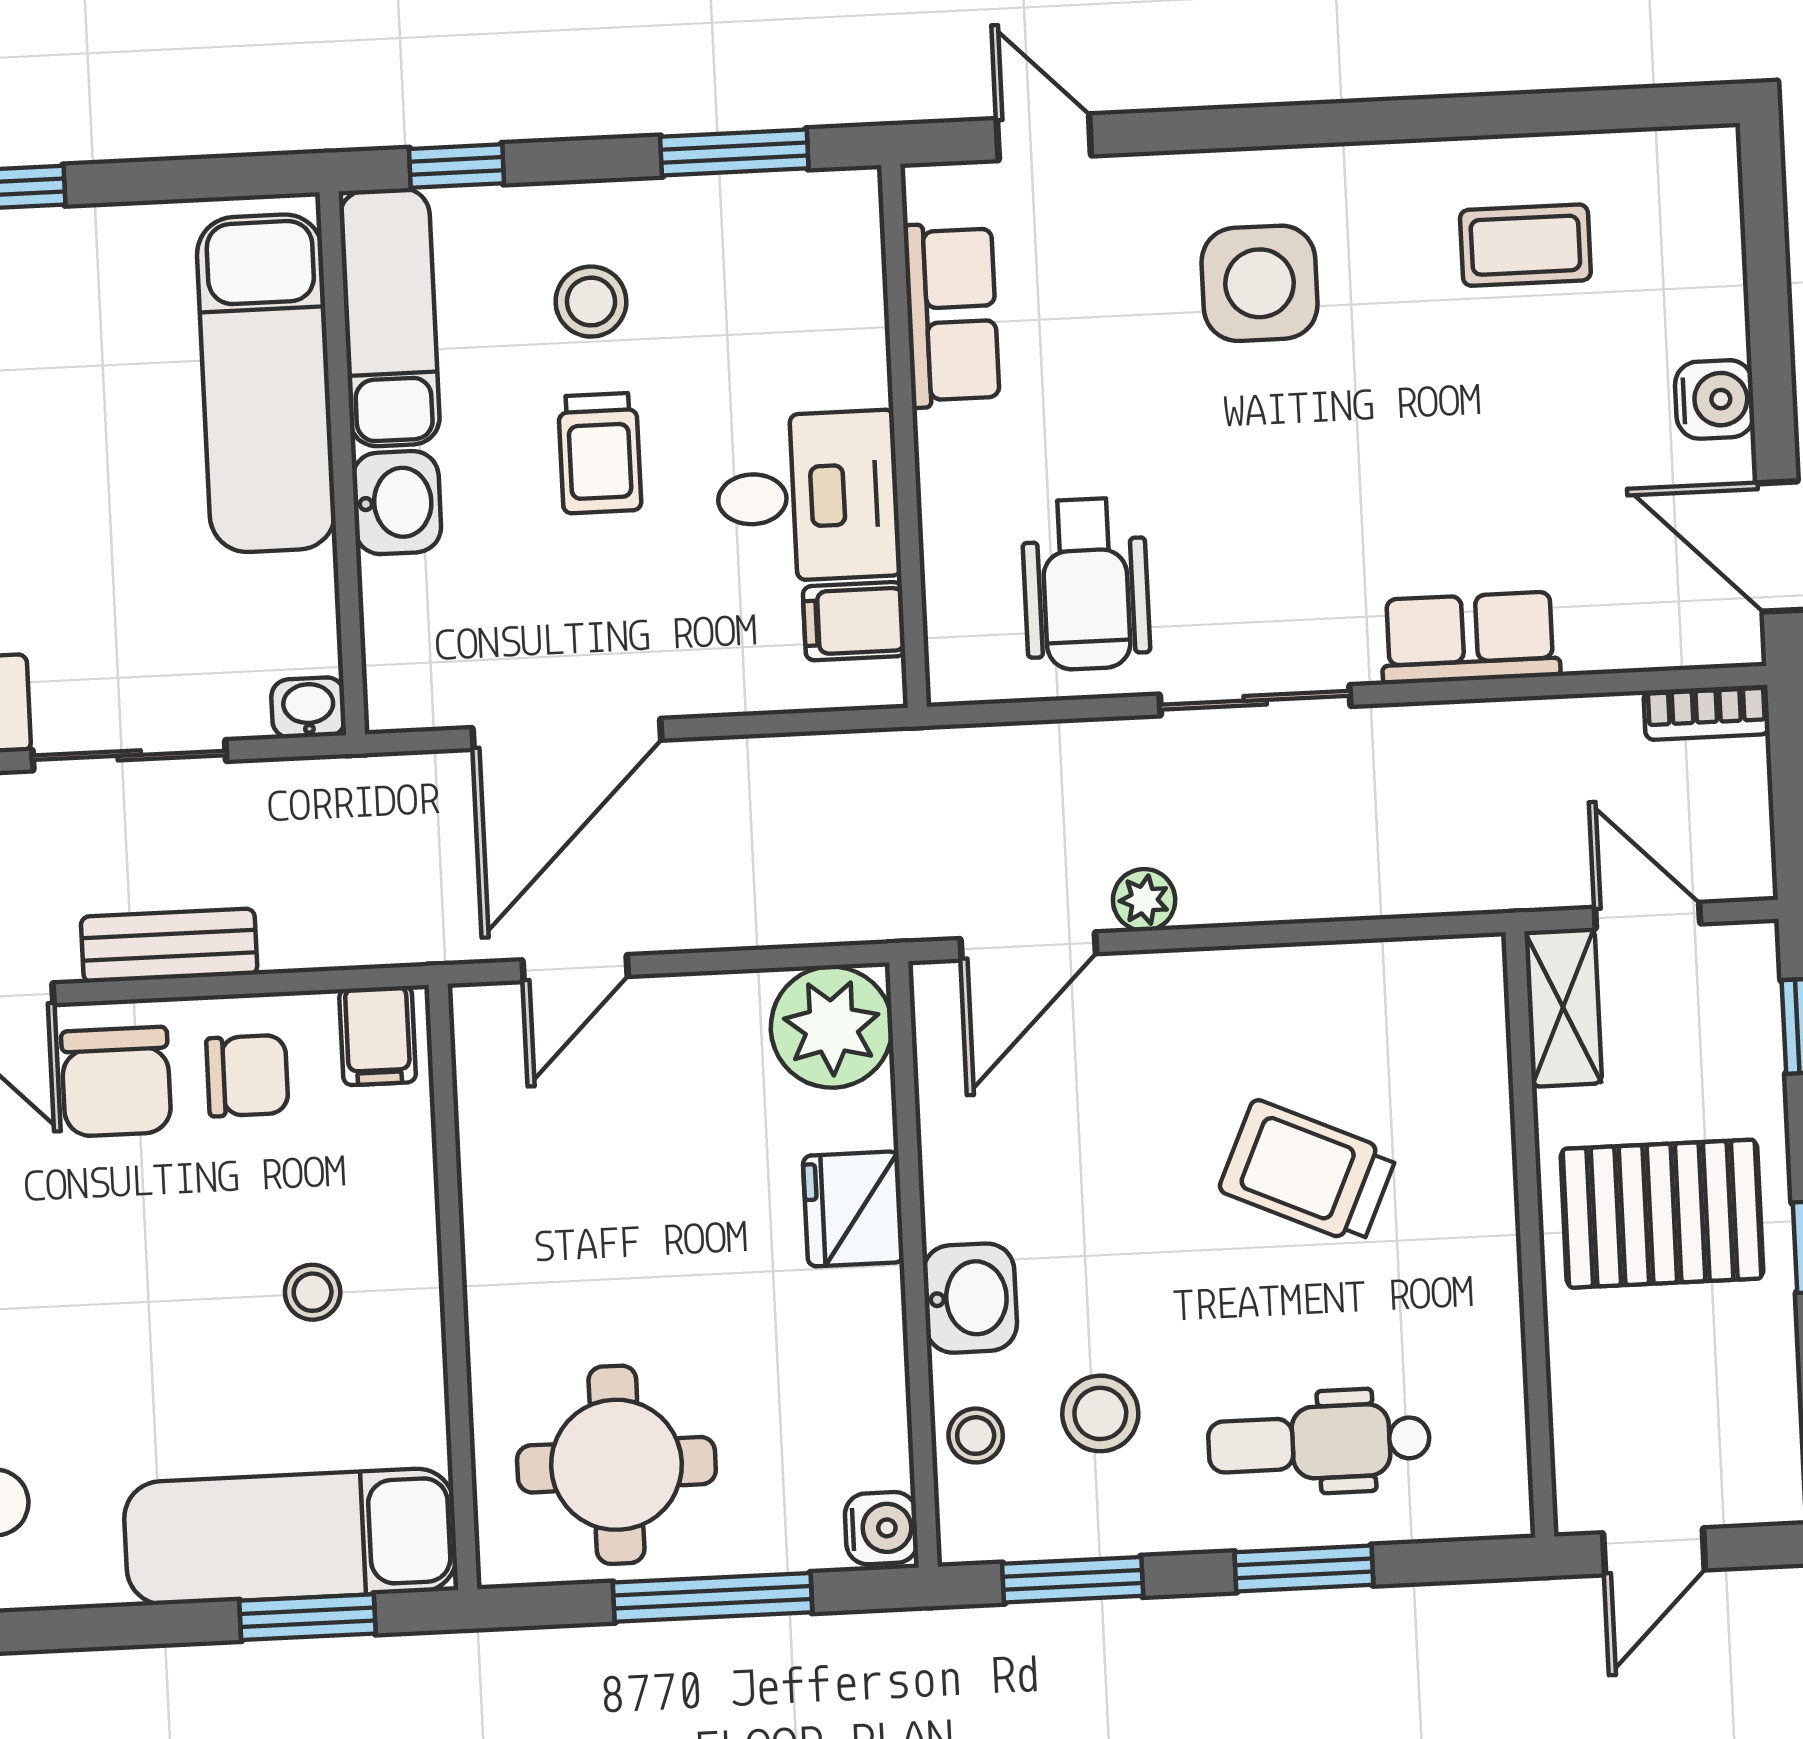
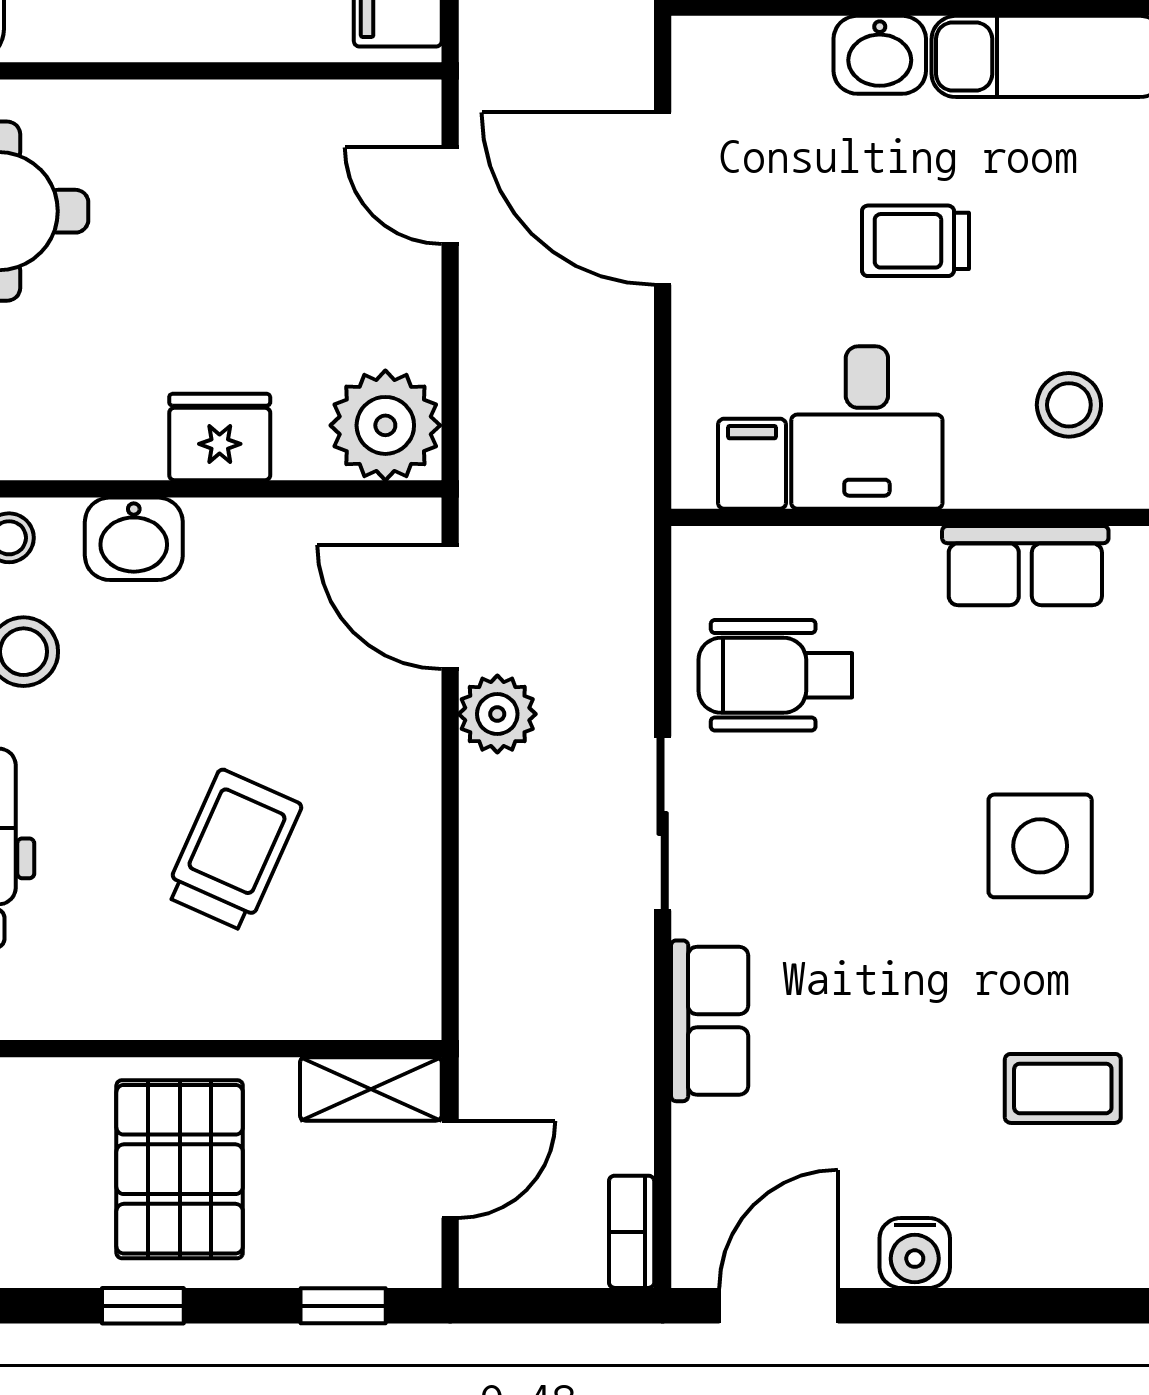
coffee table: (1525, 245) -> (1063, 1088), turned 90
stool: (591, 302) -> (1069, 405), moved
plant: (1144, 900) -> (497, 714), width x1.38, depth x1.38

